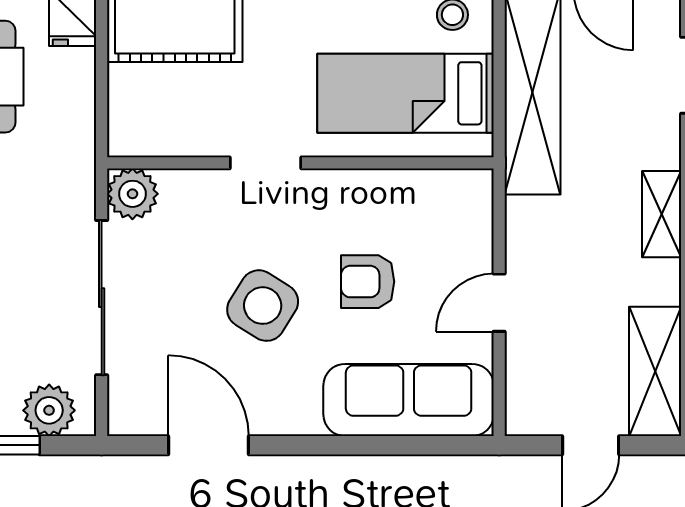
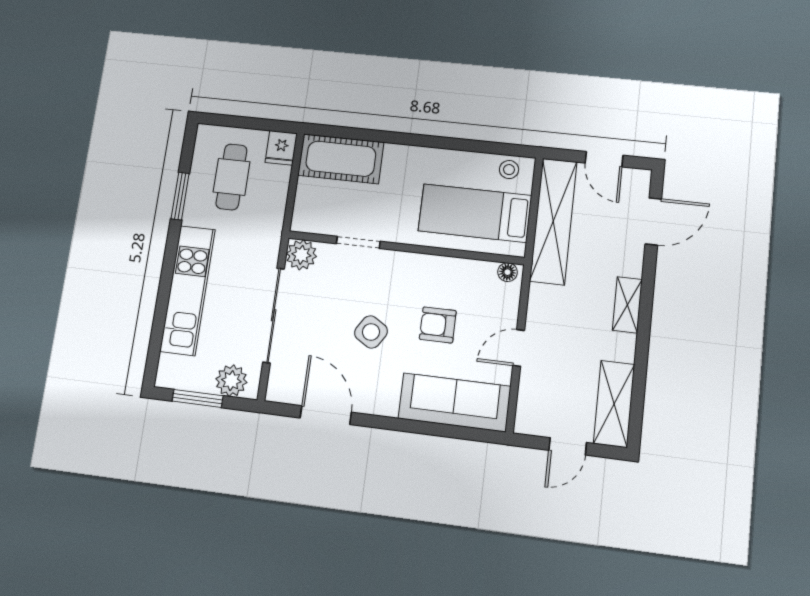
doorway: (265, 163) -> (358, 242), moved
floor lamp: (469, 184) -> (508, 272), added
side table: (263, 306) -> (371, 332), width x0.73, depth x0.73

